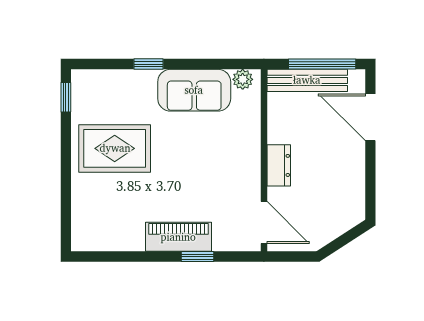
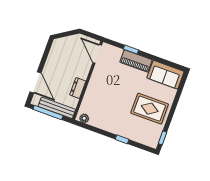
sofa: (194, 90) -> (165, 75), moved, turned 180
dresser: (279, 165) -> (78, 88), moved

